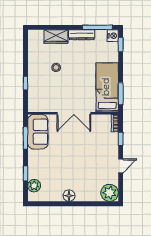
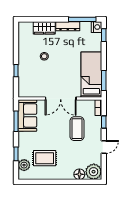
coffee table: (92, 146) -> (77, 129), added
rug: (56, 178) -> (45, 158), added
floor lamp: (69, 196) -> (79, 174), moved

